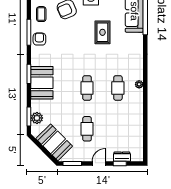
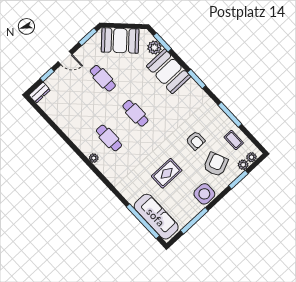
rug: (102, 32) -> (167, 173), turned 90
armchair: (39, 39) -> (196, 141), moved
booth: (42, 83) -> (169, 71), moved
dresser: (122, 157) -> (40, 93), moved
door: (99, 163) -> (65, 58), hinge flipped

